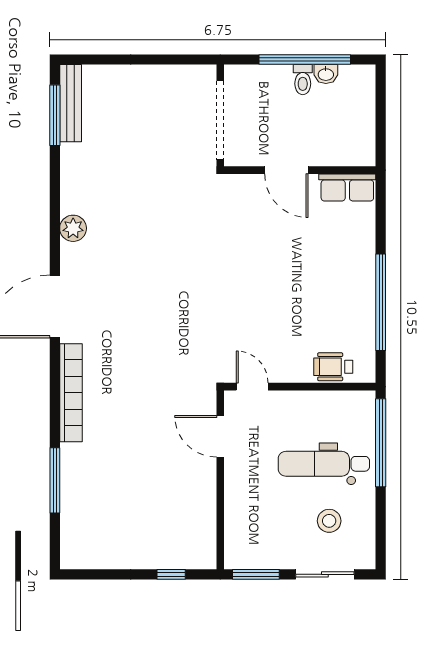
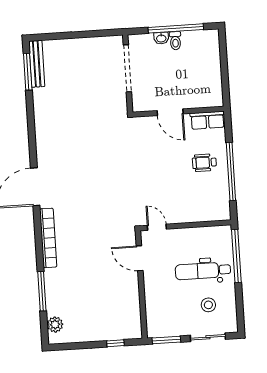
washbasin: (326, 74) -> (161, 38), moved
door: (286, 170) -> (170, 112), moved
wall: (300, 170) -> (178, 112), moved
row of seats: (347, 188) -> (207, 120), moved
plant: (73, 228) -> (55, 325), moved
wheelchair: (333, 367) -> (204, 163), moved

